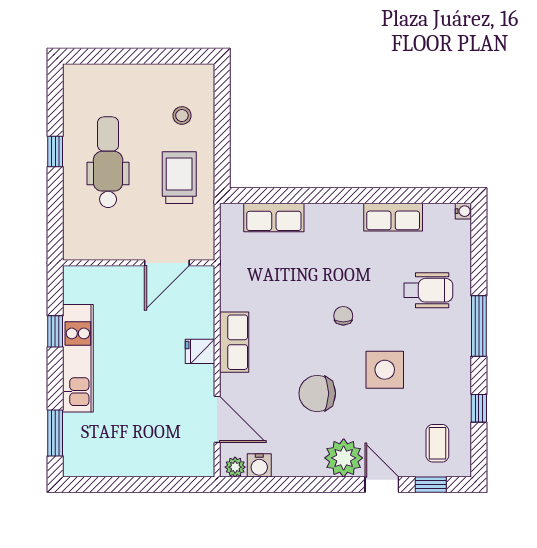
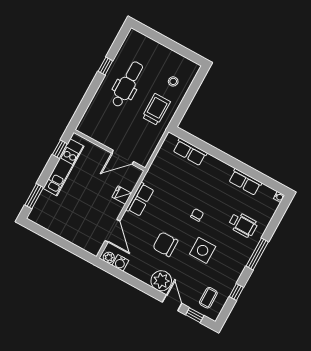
wall: (139, 263) -> (109, 150), moved
door: (167, 263) -> (123, 157), moved

